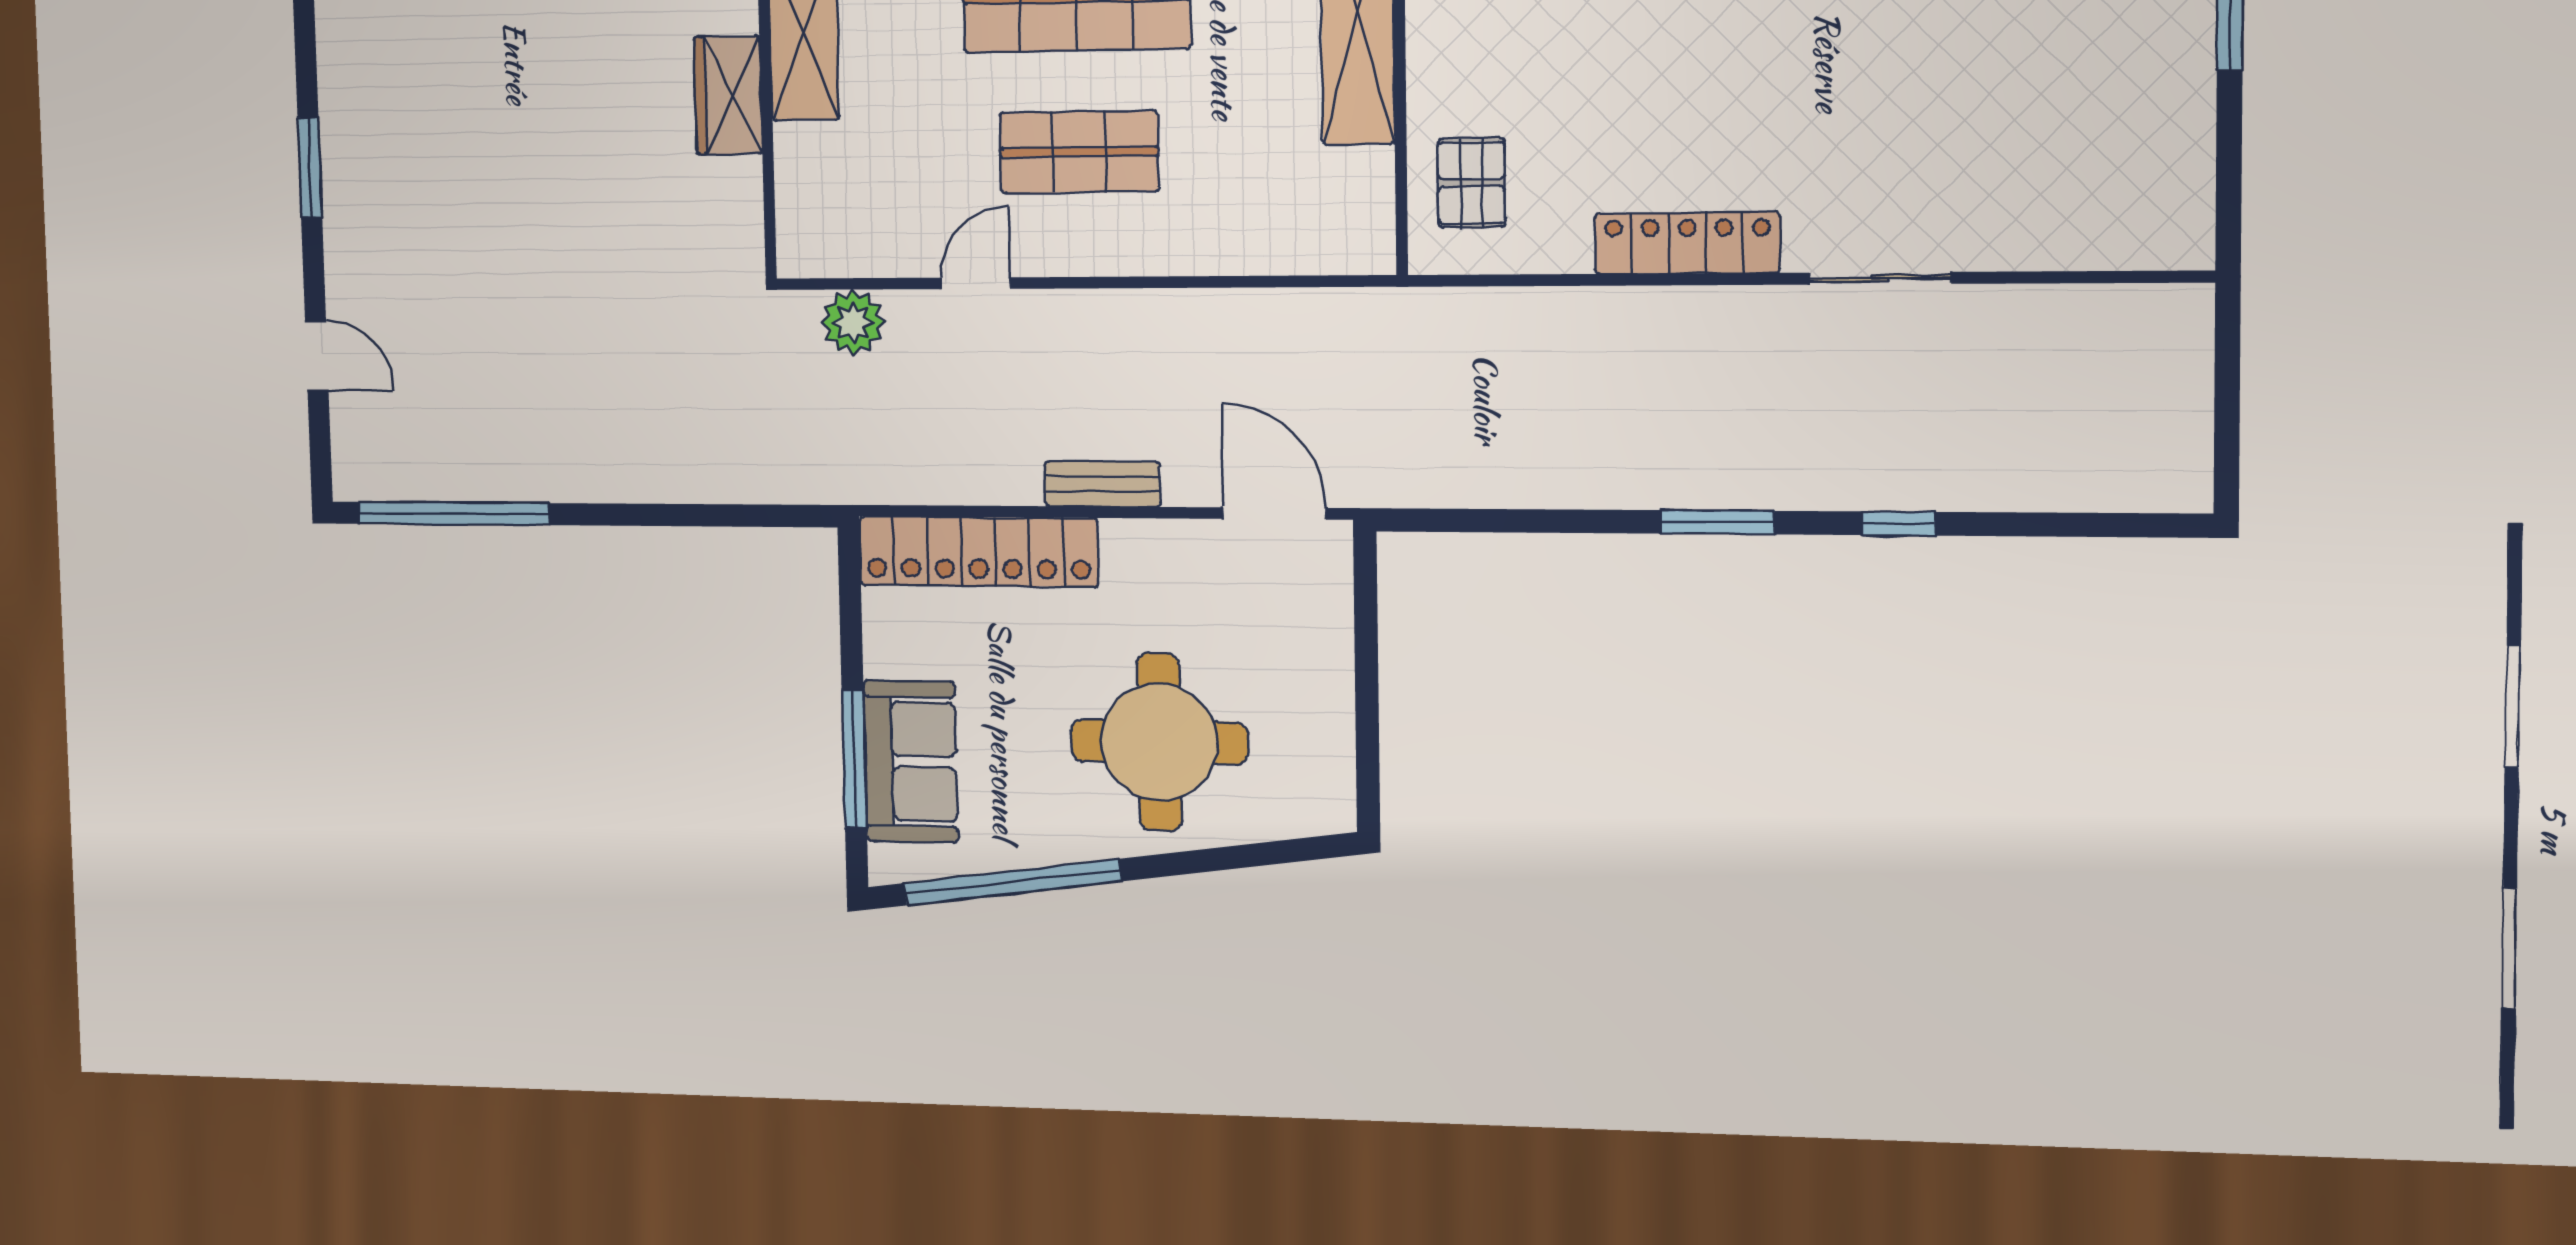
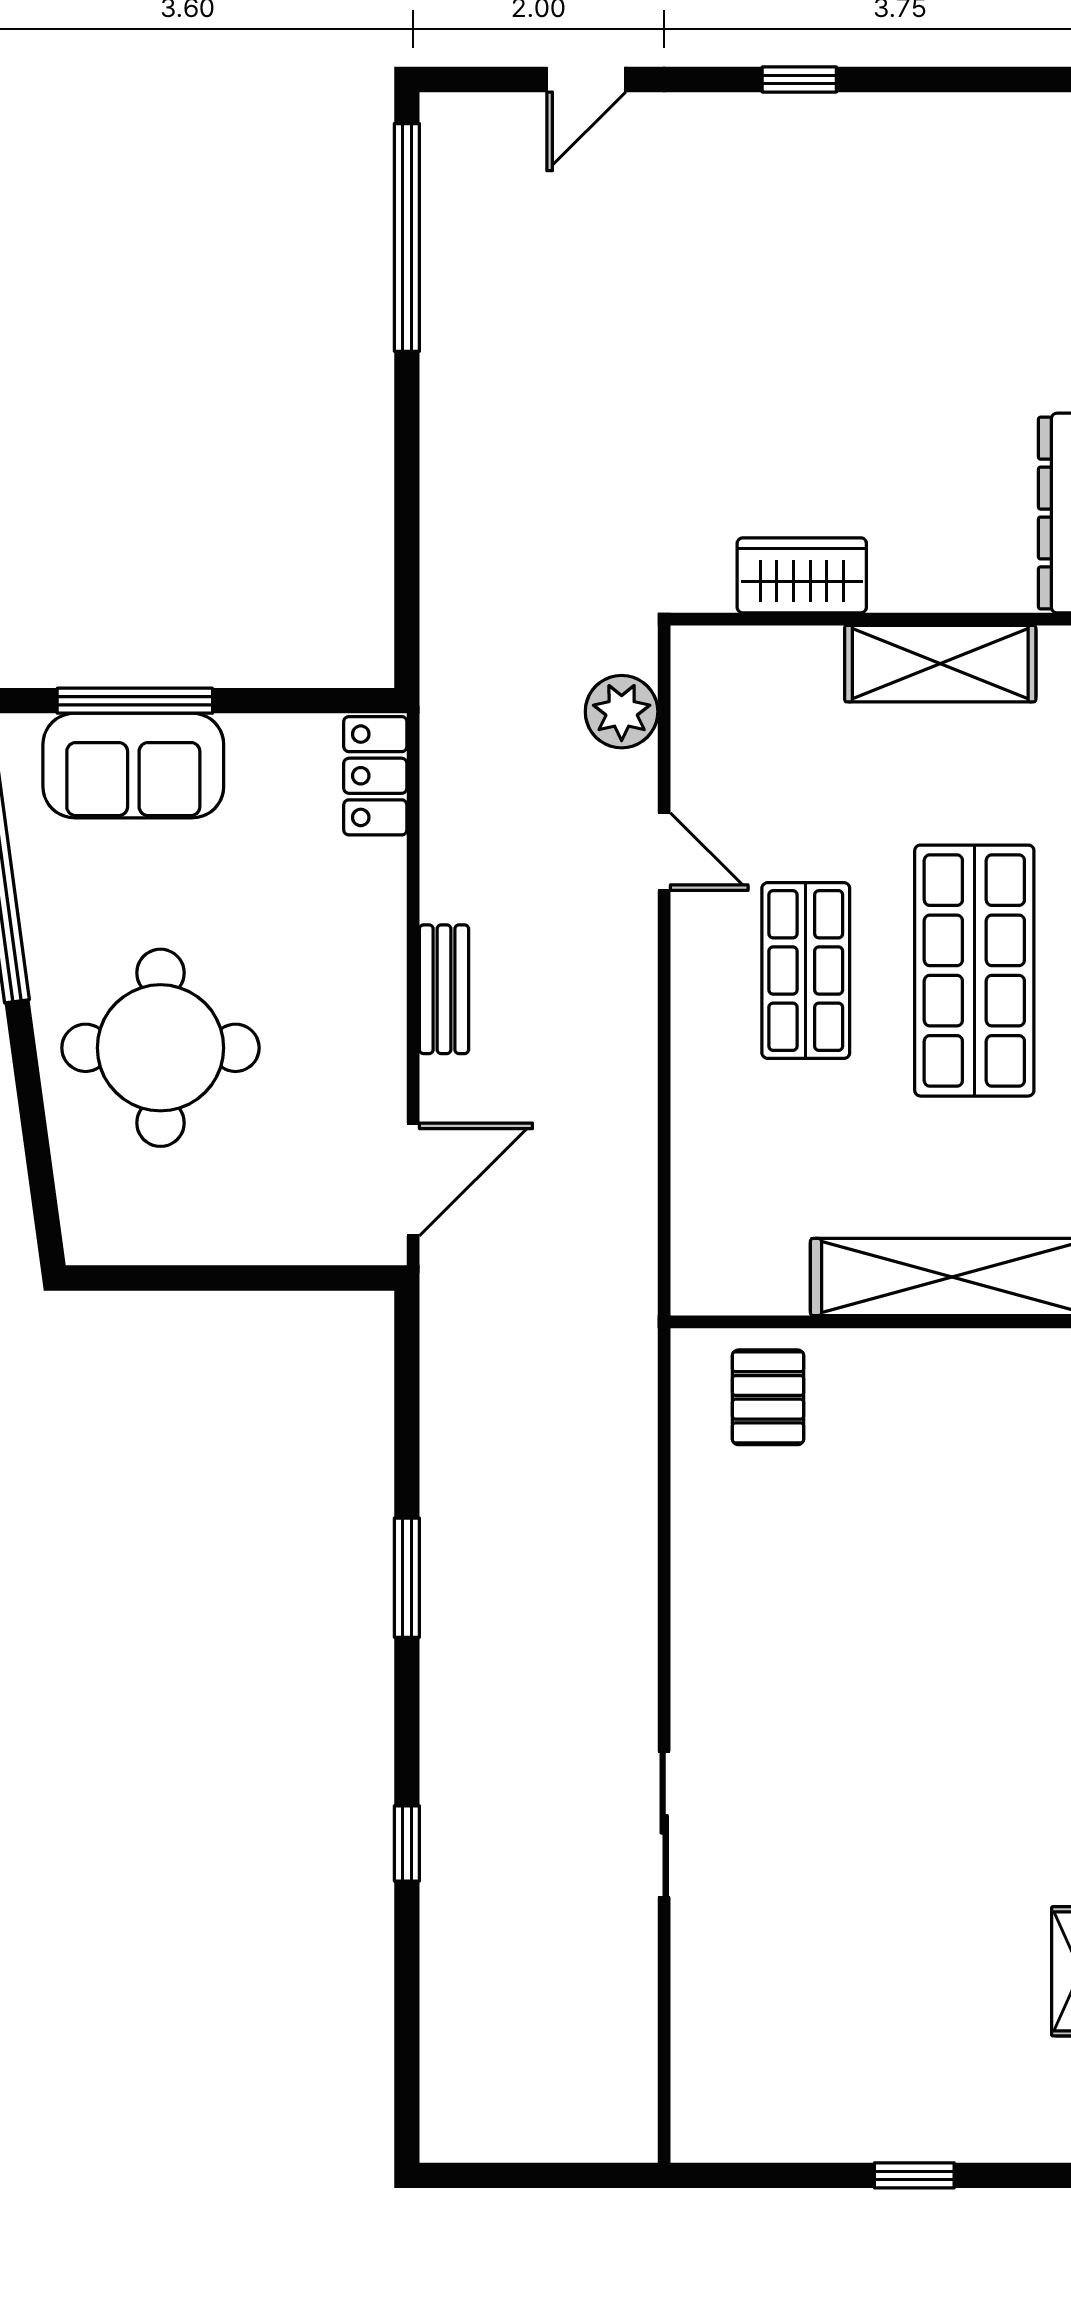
wardrobe: (728, 95) -> (802, 575), moved
window: (310, 167) -> (799, 79), width x0.67
pallet: (1472, 183) -> (768, 1397), turned 90
locker: (1687, 243) -> (702, 1625), removed
window: (1717, 522) -> (407, 1578), moved
locker: (978, 552) -> (375, 776), width x0.46, depth x0.83

